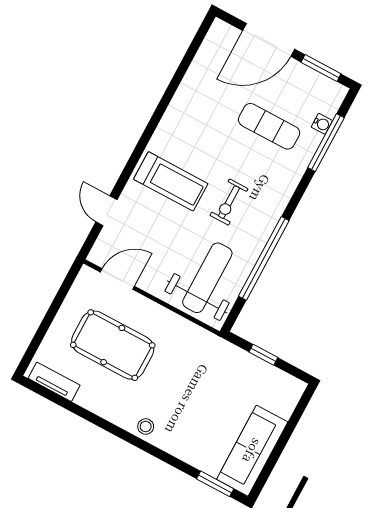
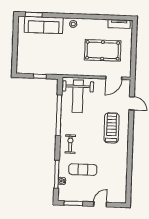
door: (269, 40) -> (100, 204), width x0.53
treadmill: (171, 181) -> (112, 128), turned 90
exercise bike: (229, 202) -> (70, 144), moved
sofa: (252, 451) -> (44, 25), moved, turned 90

